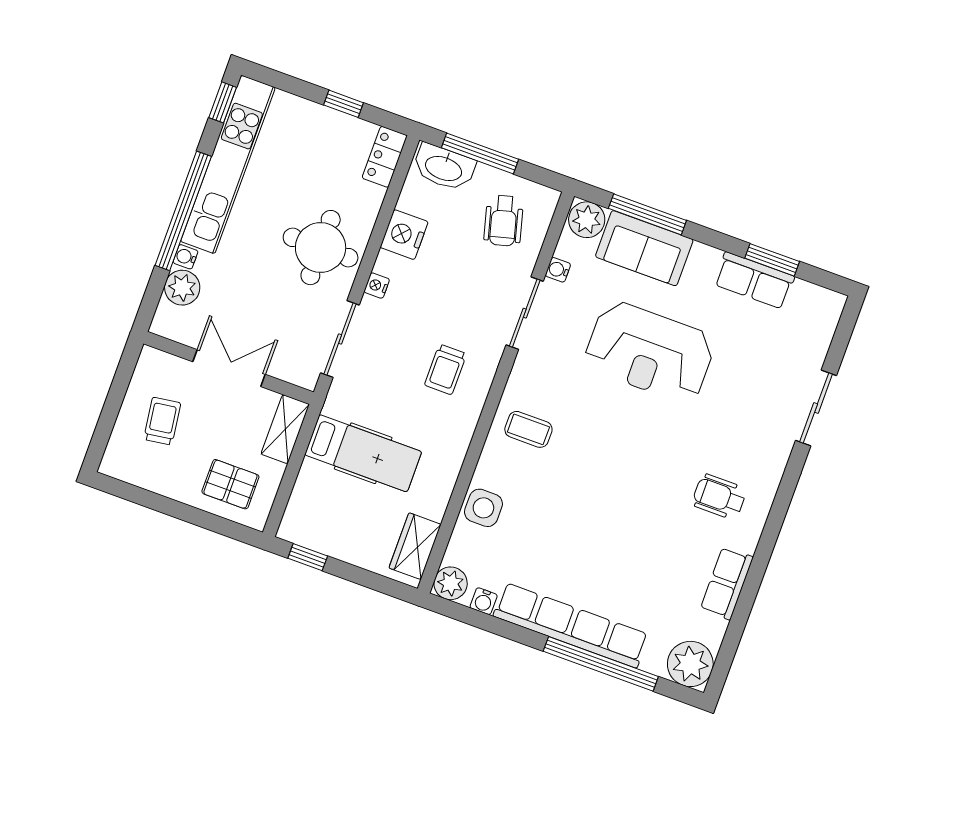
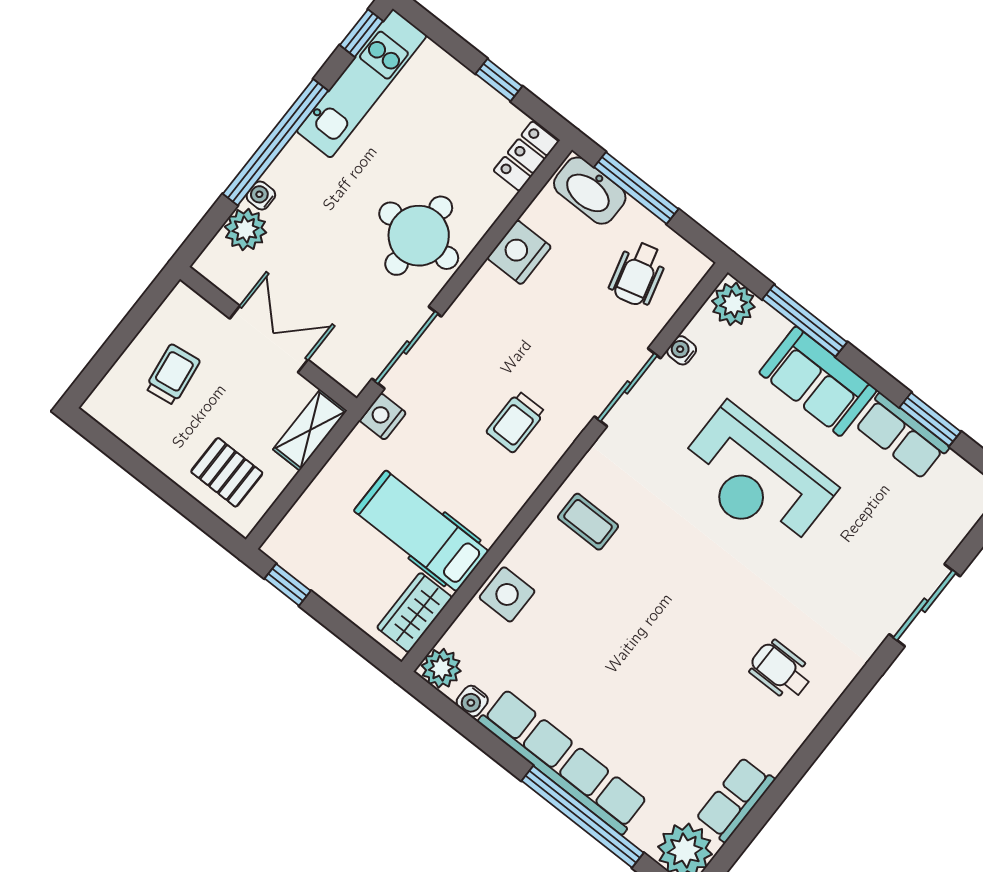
kitchen unit: (228, 164) -> (362, 83), width x0.73
sofa: (644, 248) -> (818, 381), moved
nightstand: (377, 286) -> (383, 417), moved, width x1.39, depth x1.35
hospital bed: (363, 453) -> (421, 531), moved, turned 180
row of seats: (727, 583) -> (735, 799), moved

